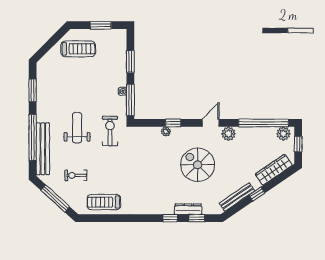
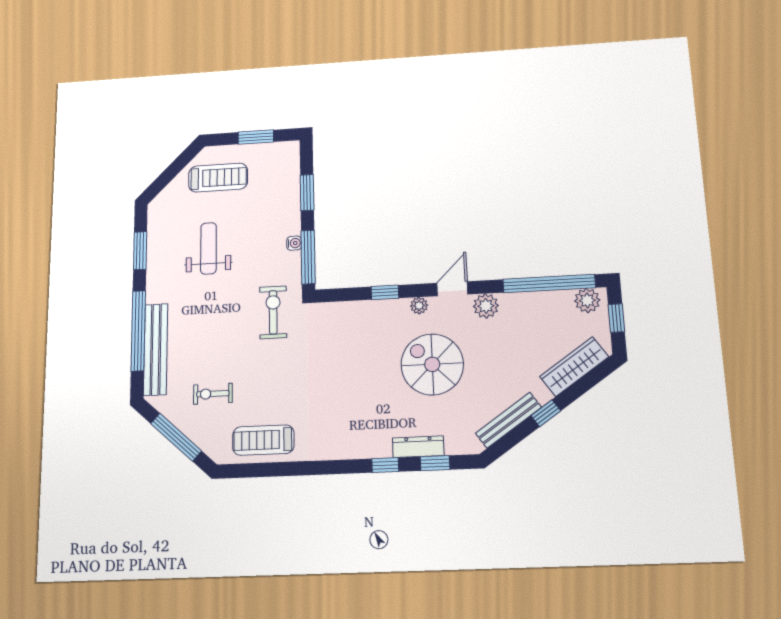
weight bench: (77, 128) -> (208, 248), moved
plant: (166, 132) -> (419, 306), moved

